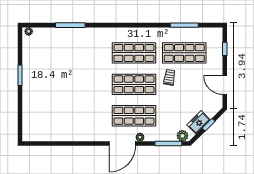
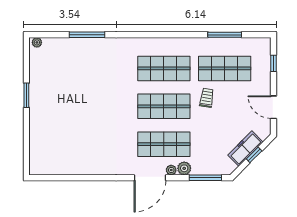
freezer: (199, 122) -> (245, 149), width x1.40
plant: (182, 136) -> (184, 168), moved

